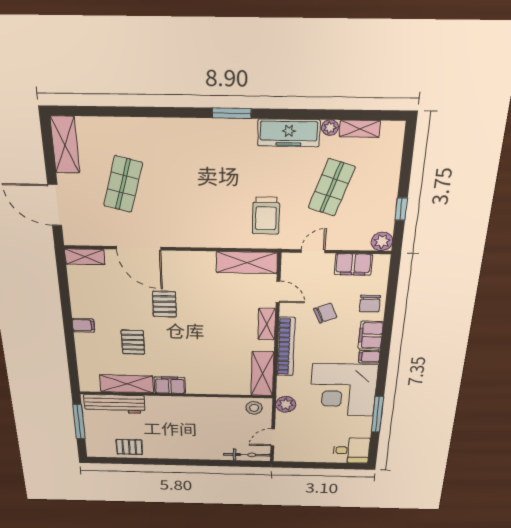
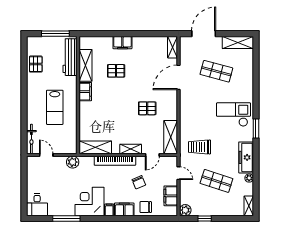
shelving: (360, 129) -> (249, 206), moved
checkout: (205, 155) -> (234, 114), added
pallet: (164, 304) -> (147, 108), moved
filing cabinet: (83, 325) -> (122, 43), width x2.00
corner desk: (343, 390) -> (90, 202), width x0.74, depth x0.74
stool: (254, 408) -> (69, 143), removed
lab bench: (197, 425) -> (55, 107), added

